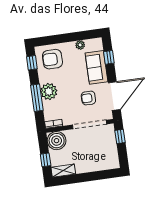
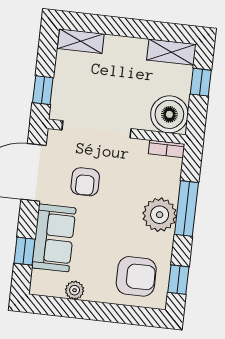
armchair: (88, 98) -> (85, 182), turned 90
shelving: (108, 165) -> (81, 41), added

